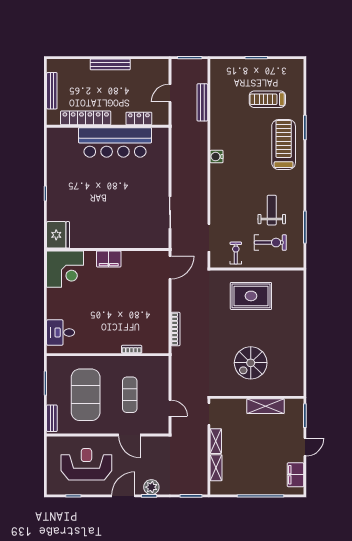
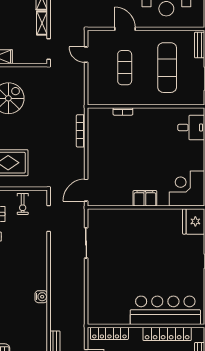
locker: (139, 119) -> (109, 333), width x1.53
bar counter: (115, 142) -> (165, 310), moved
exercise mat: (86, 395) -> (167, 68), width x0.68

